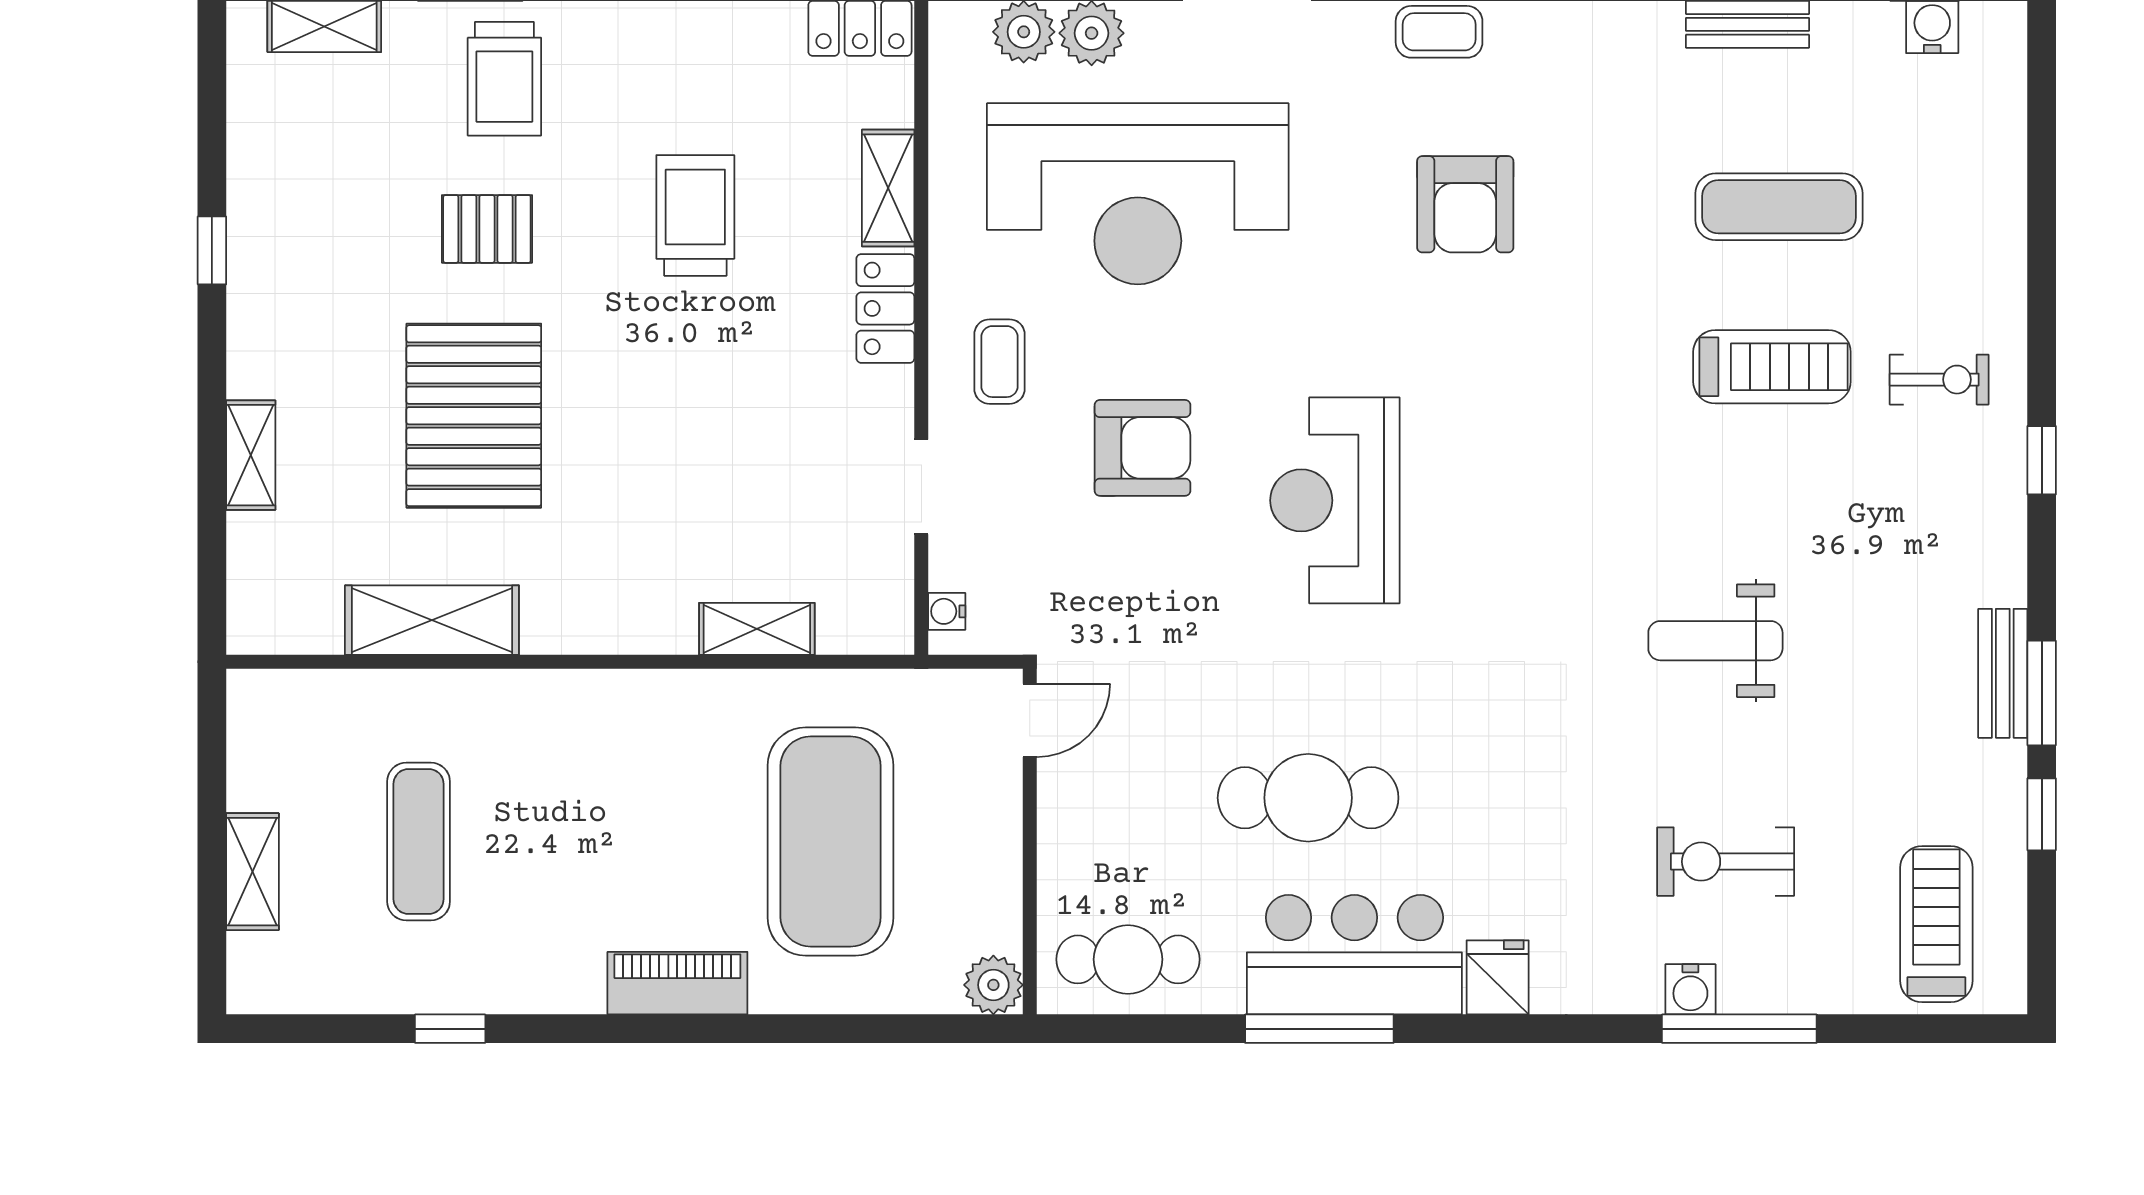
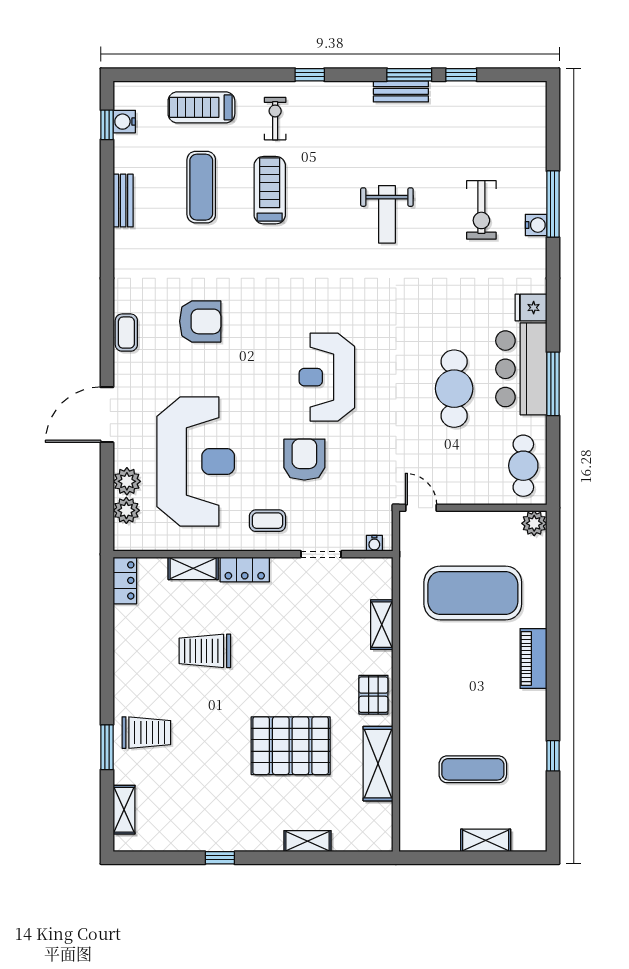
pallet: (487, 229) -> (373, 695), moved
reception desk: (1335, 500) -> (327, 377), turned 90
treadmill: (1936, 924) -> (201, 107), moved

